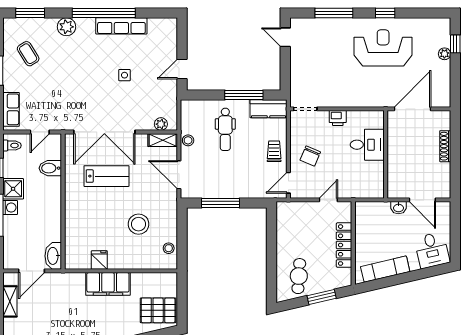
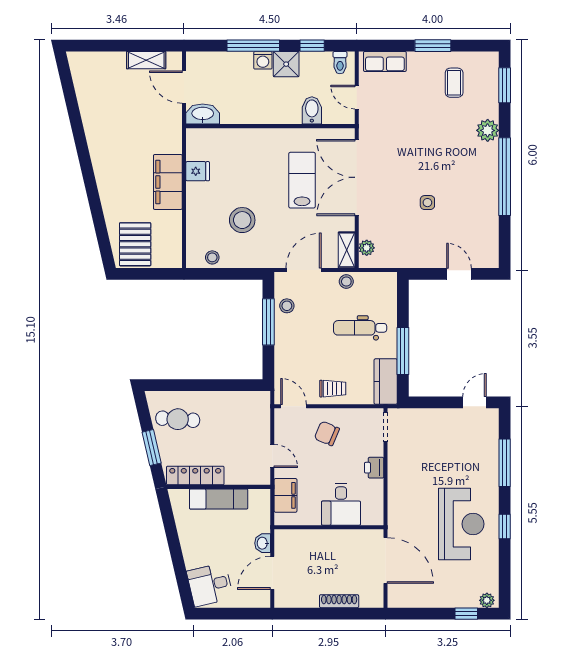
row of seats: (121, 26) -> (489, 199), removed
coffee table: (28, 54) -> (454, 83), turned -58
plant: (444, 54) -> (487, 600), moved
door: (182, 69) -> (459, 274), moved
lab bench: (106, 176) -> (302, 180), turned 180
stool: (208, 188) -> (287, 306), added
filing cabinet: (360, 189) -> (286, 495), added
locker: (344, 245) -> (195, 476), moved
exam couch: (385, 269) -> (219, 499), moved, turned 103

